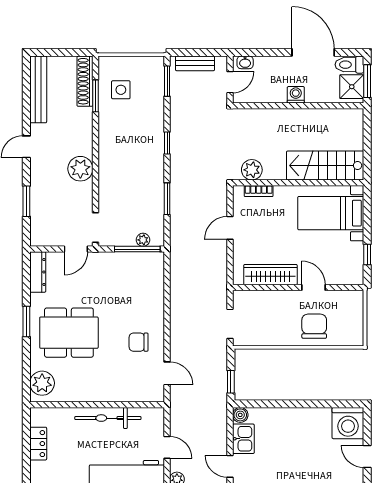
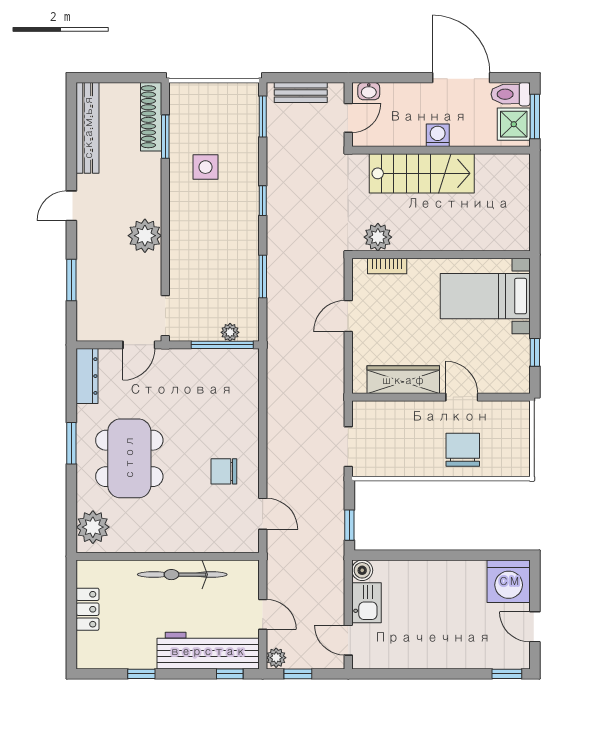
side table: (121, 90) -> (205, 167), moved
stairs: (325, 165) -> (422, 173), moved, turned 180
dining table: (69, 333) -> (129, 458), turned 90

